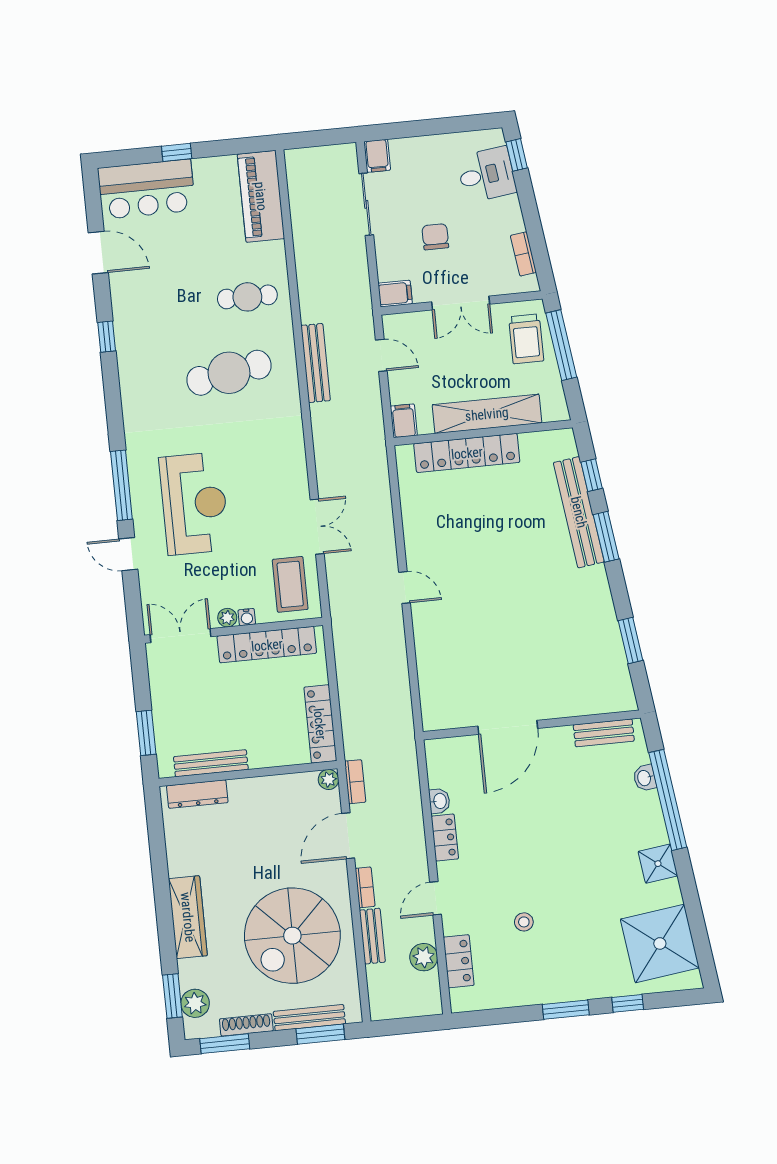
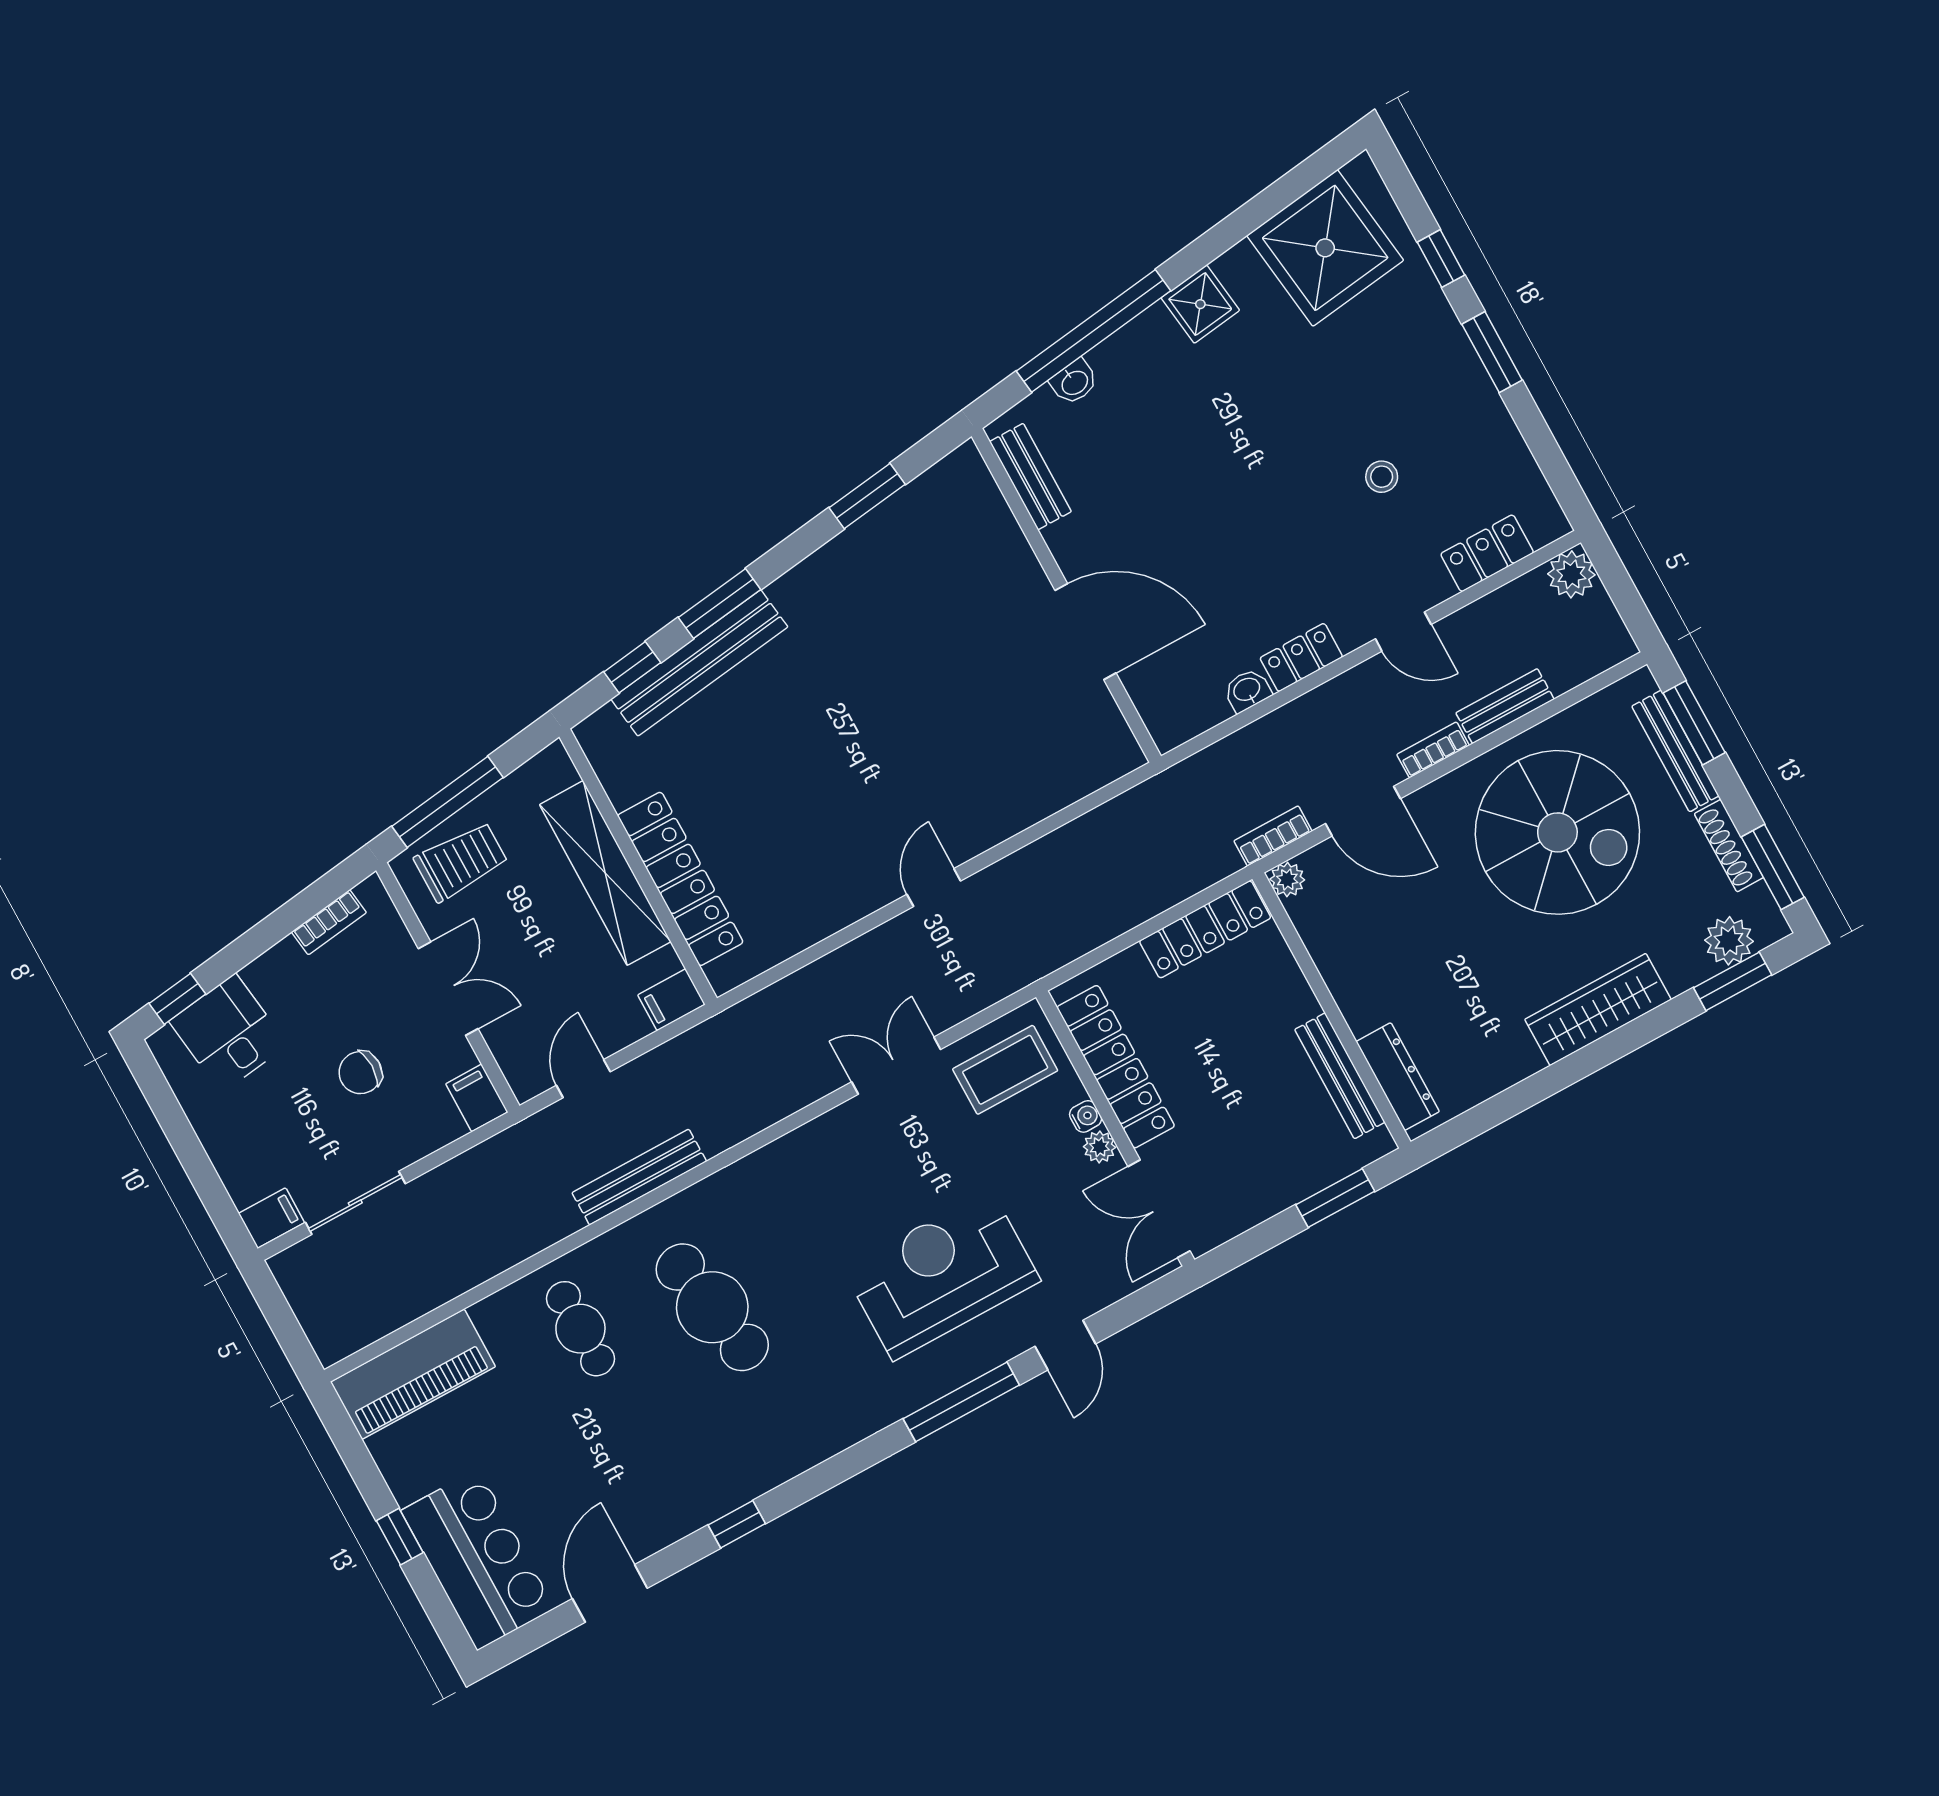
plant: (424, 957) -> (1571, 574), moved

